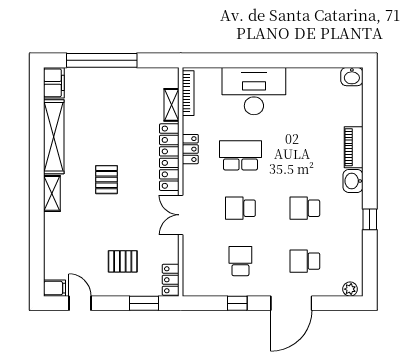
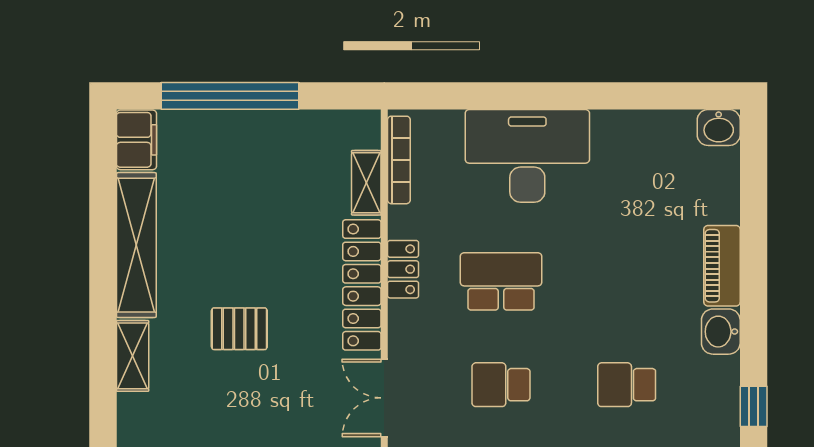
pallet: (106, 180) -> (239, 329), turned 90

